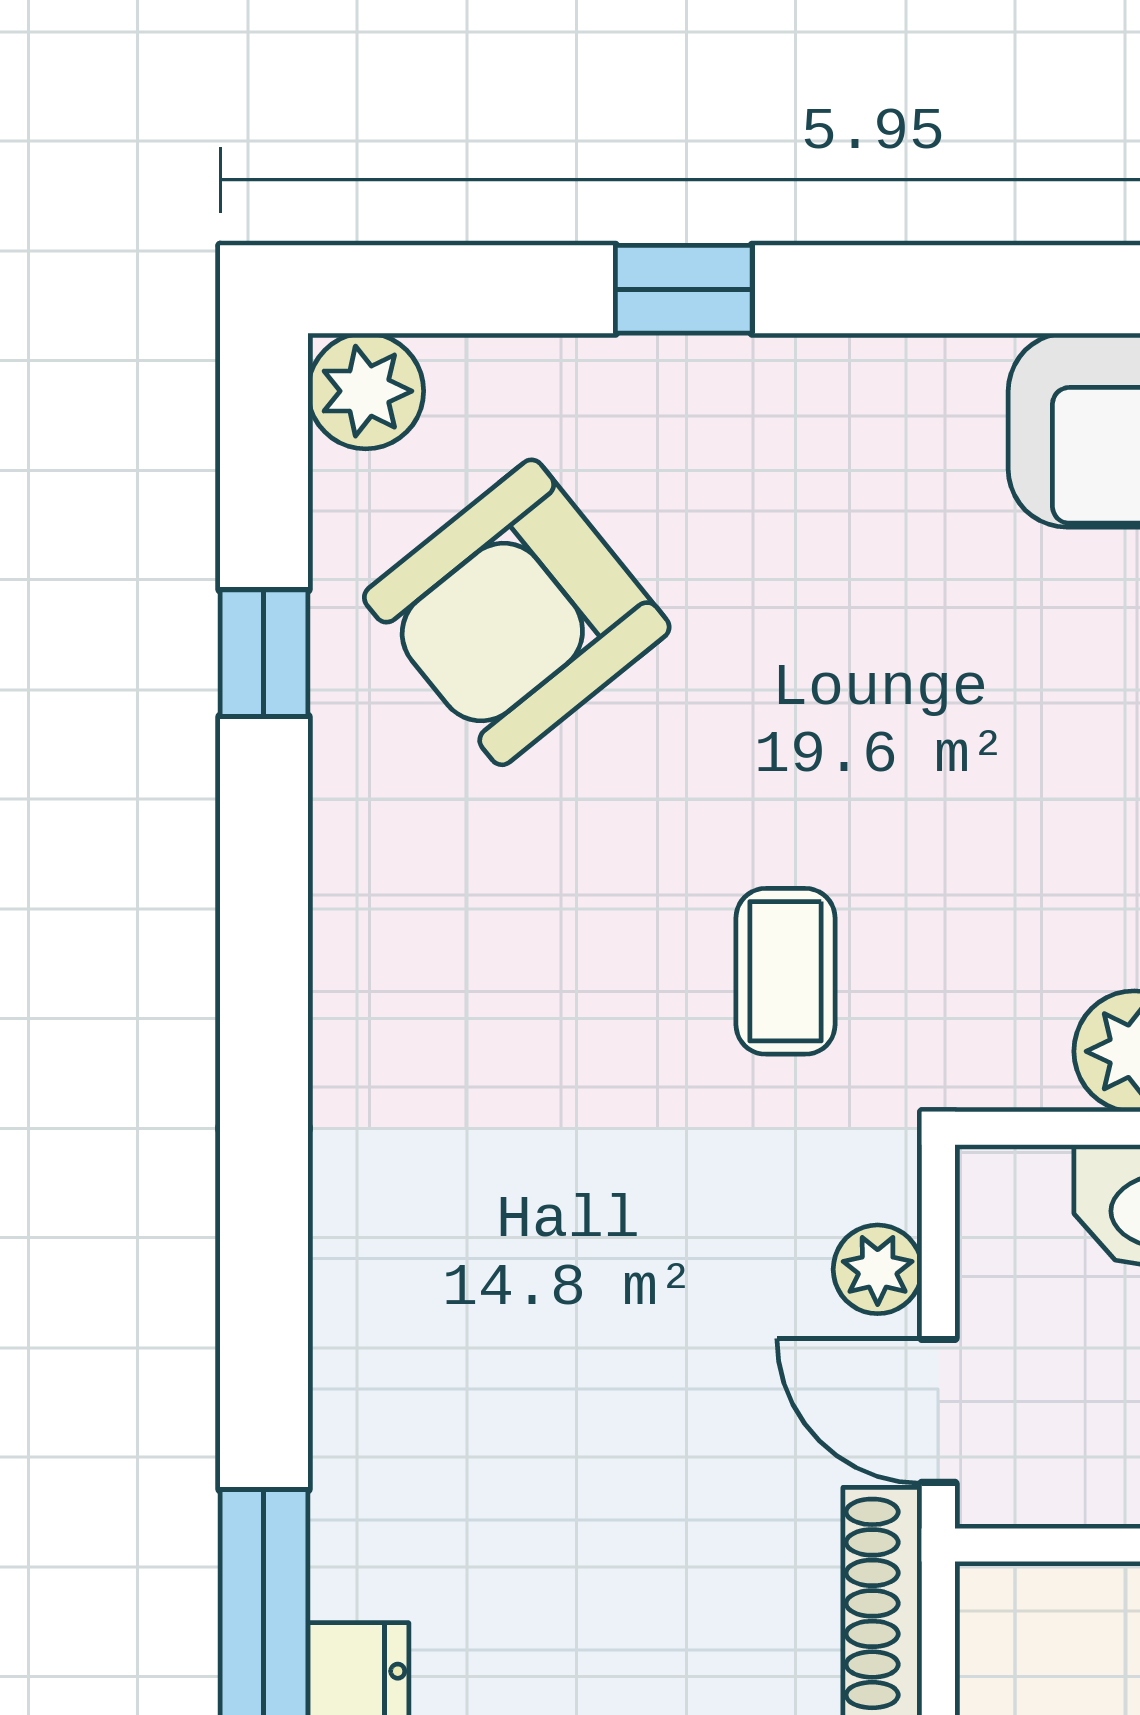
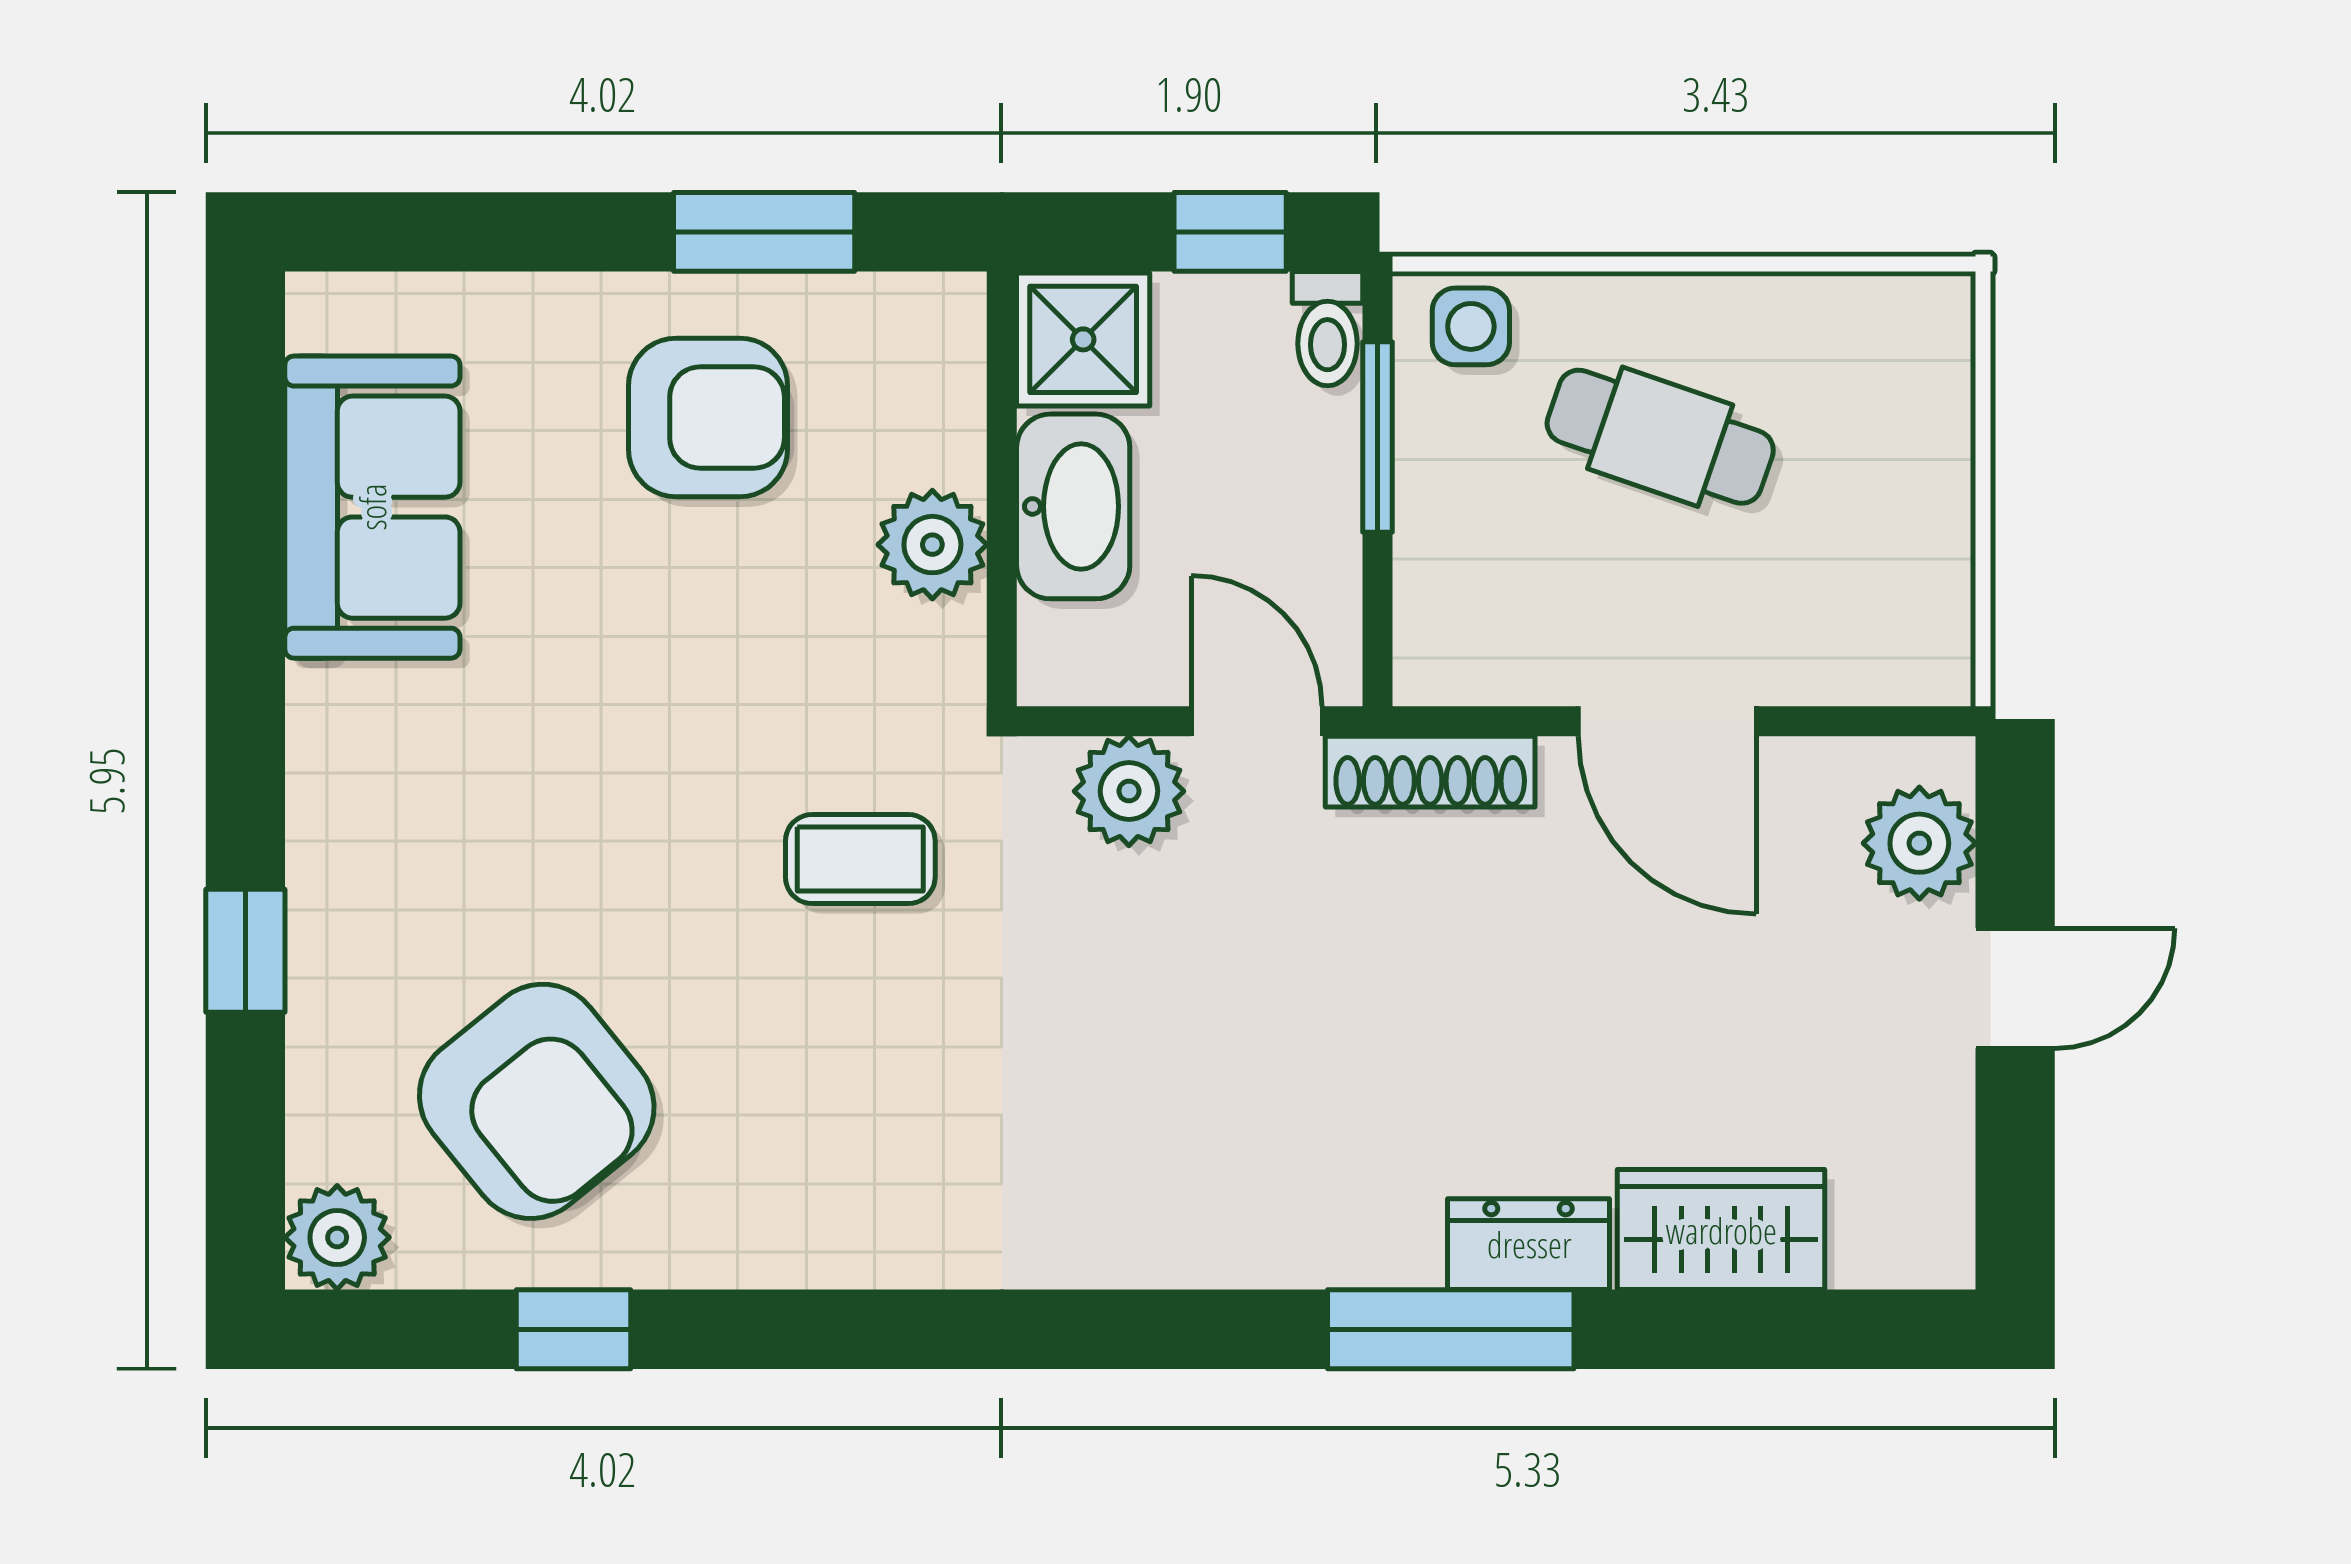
plant: (878, 1269) -> (1129, 791), width x1.38, depth x1.38
door: (938, 1411) -> (1257, 721), swing flipped

